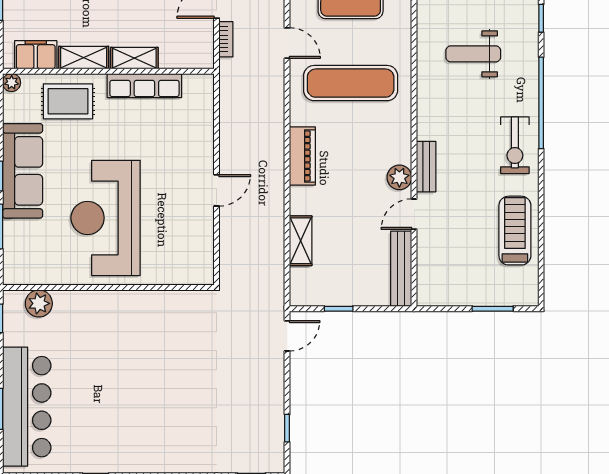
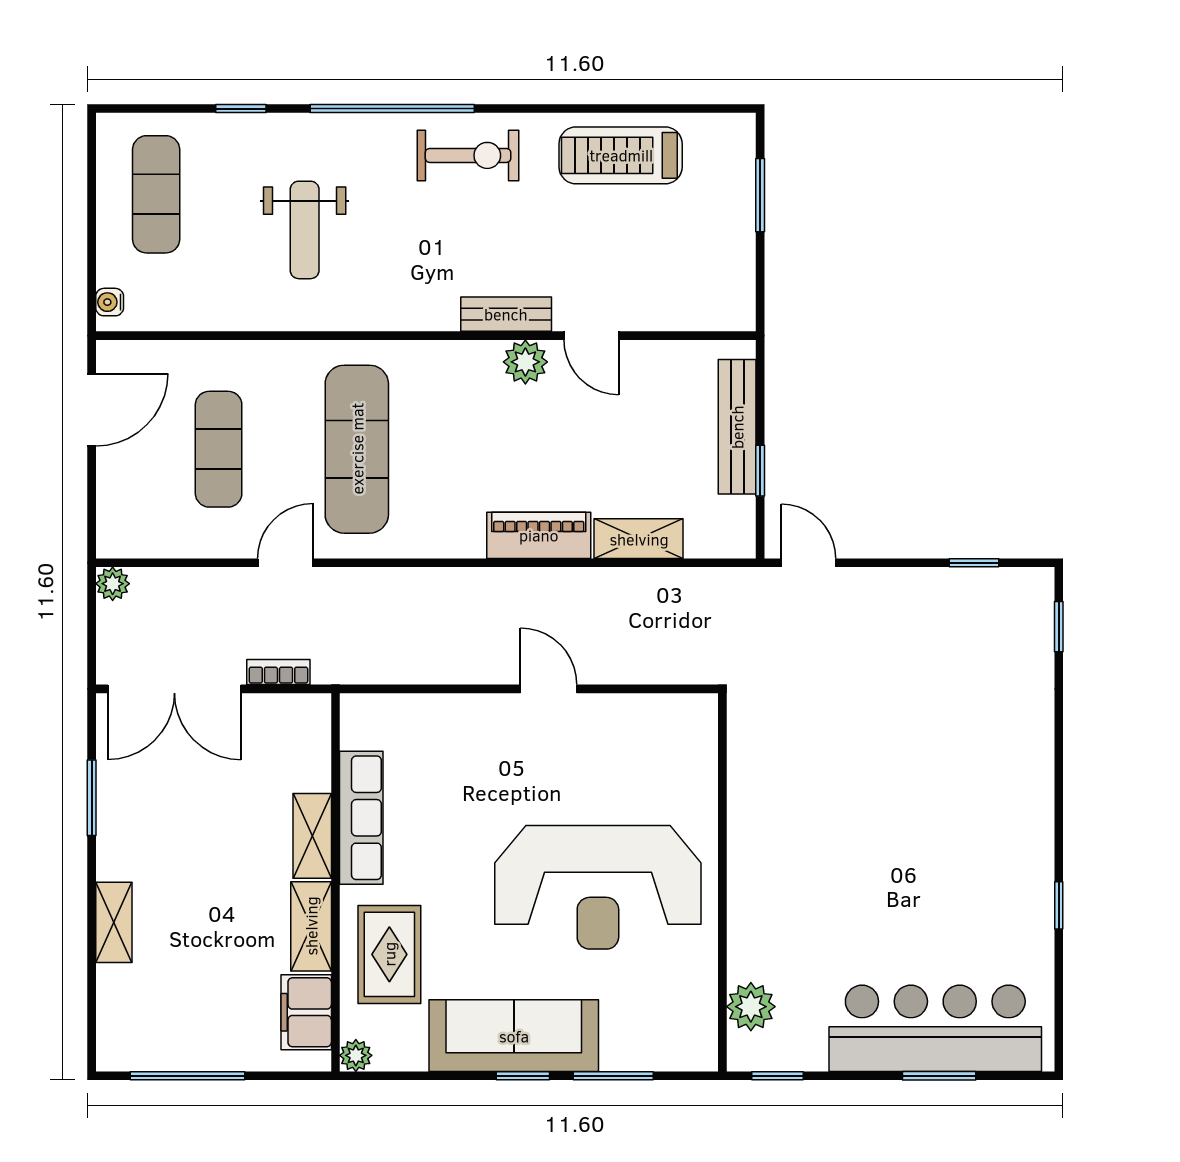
piano: (302, 156) -> (539, 535), moved
bench: (401, 269) -> (737, 427), moved, turned 90

